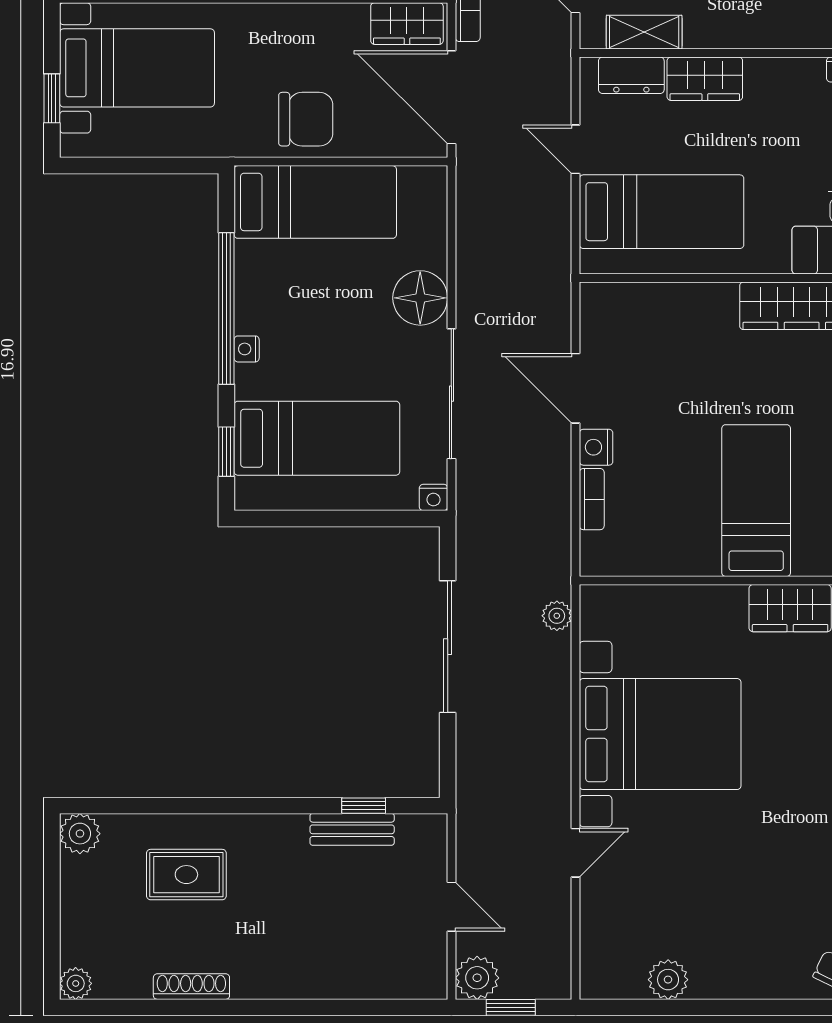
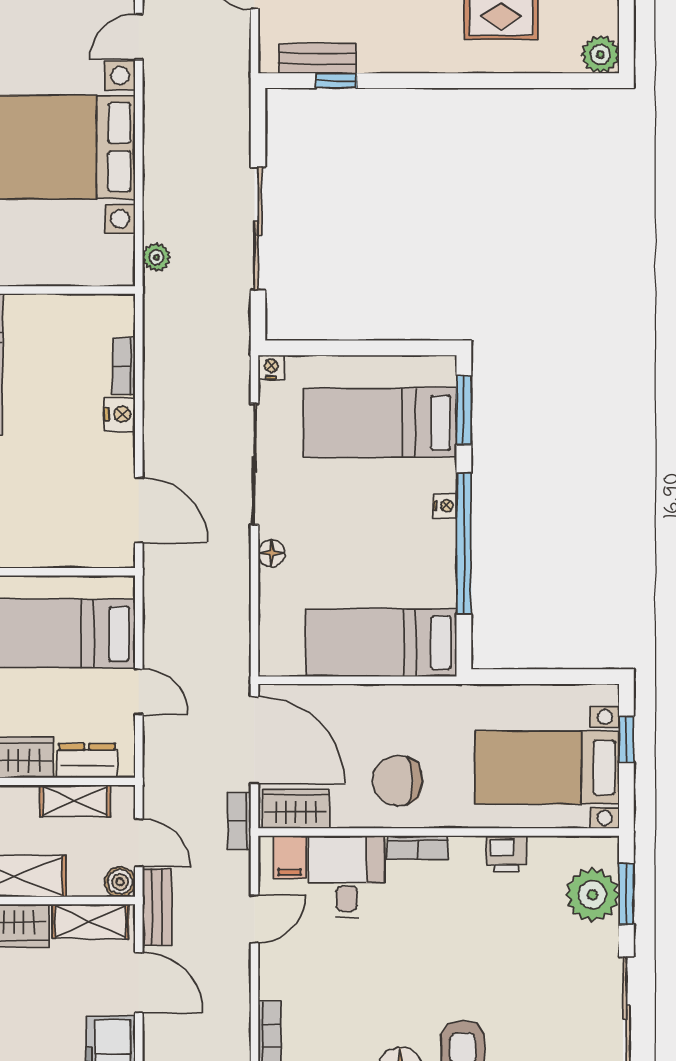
chair: (306, 119) -> (397, 781), moved
floor lamp: (420, 298) -> (272, 553), width x0.53, depth x0.53
door: (576, 388) -> (139, 510), moved
window: (226, 452) -> (464, 410), width x1.50
bench: (352, 829) -> (317, 58), moved

